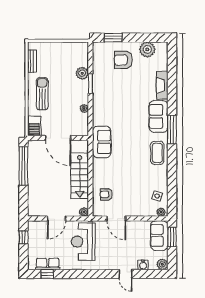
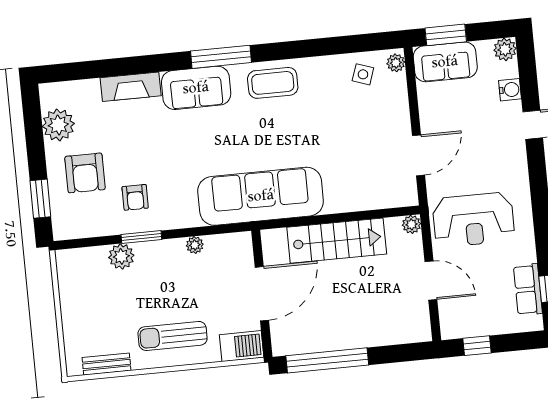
sofa: (102, 142) -> (261, 196), width x1.85, depth x1.27
armchair: (106, 194) -> (135, 197), moved

